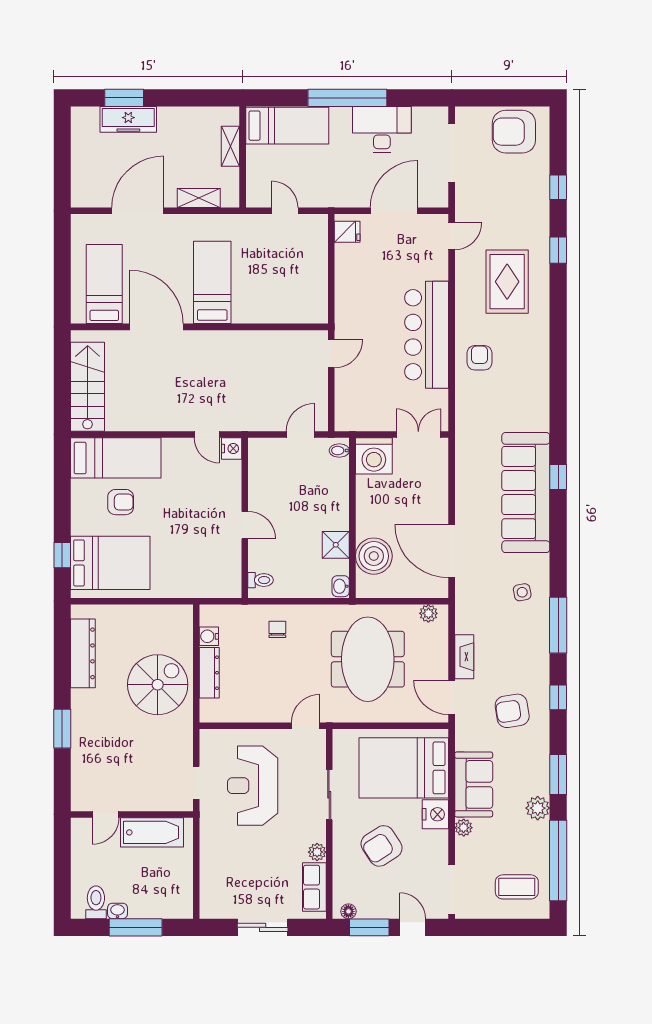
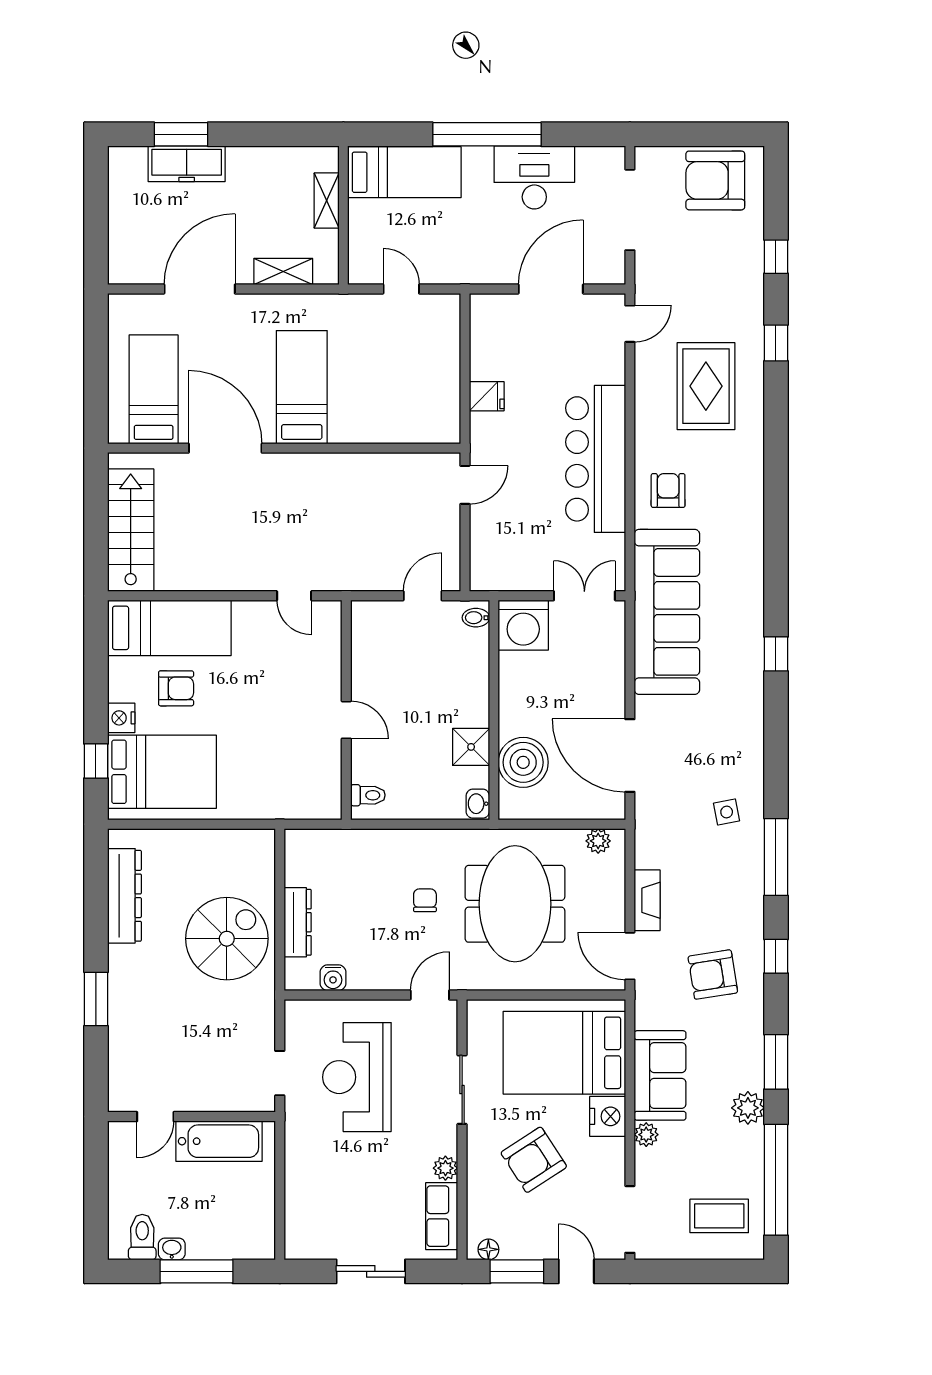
fridge: (347, 232) -> (487, 396), moved
nightstand: (232, 449) -> (121, 718), moved, turned 180
sofa: (526, 493) -> (667, 612), moved, turned 180
chair: (277, 629) -> (425, 900), moved
water cooler: (209, 636) -> (333, 978), moved, turned -90

